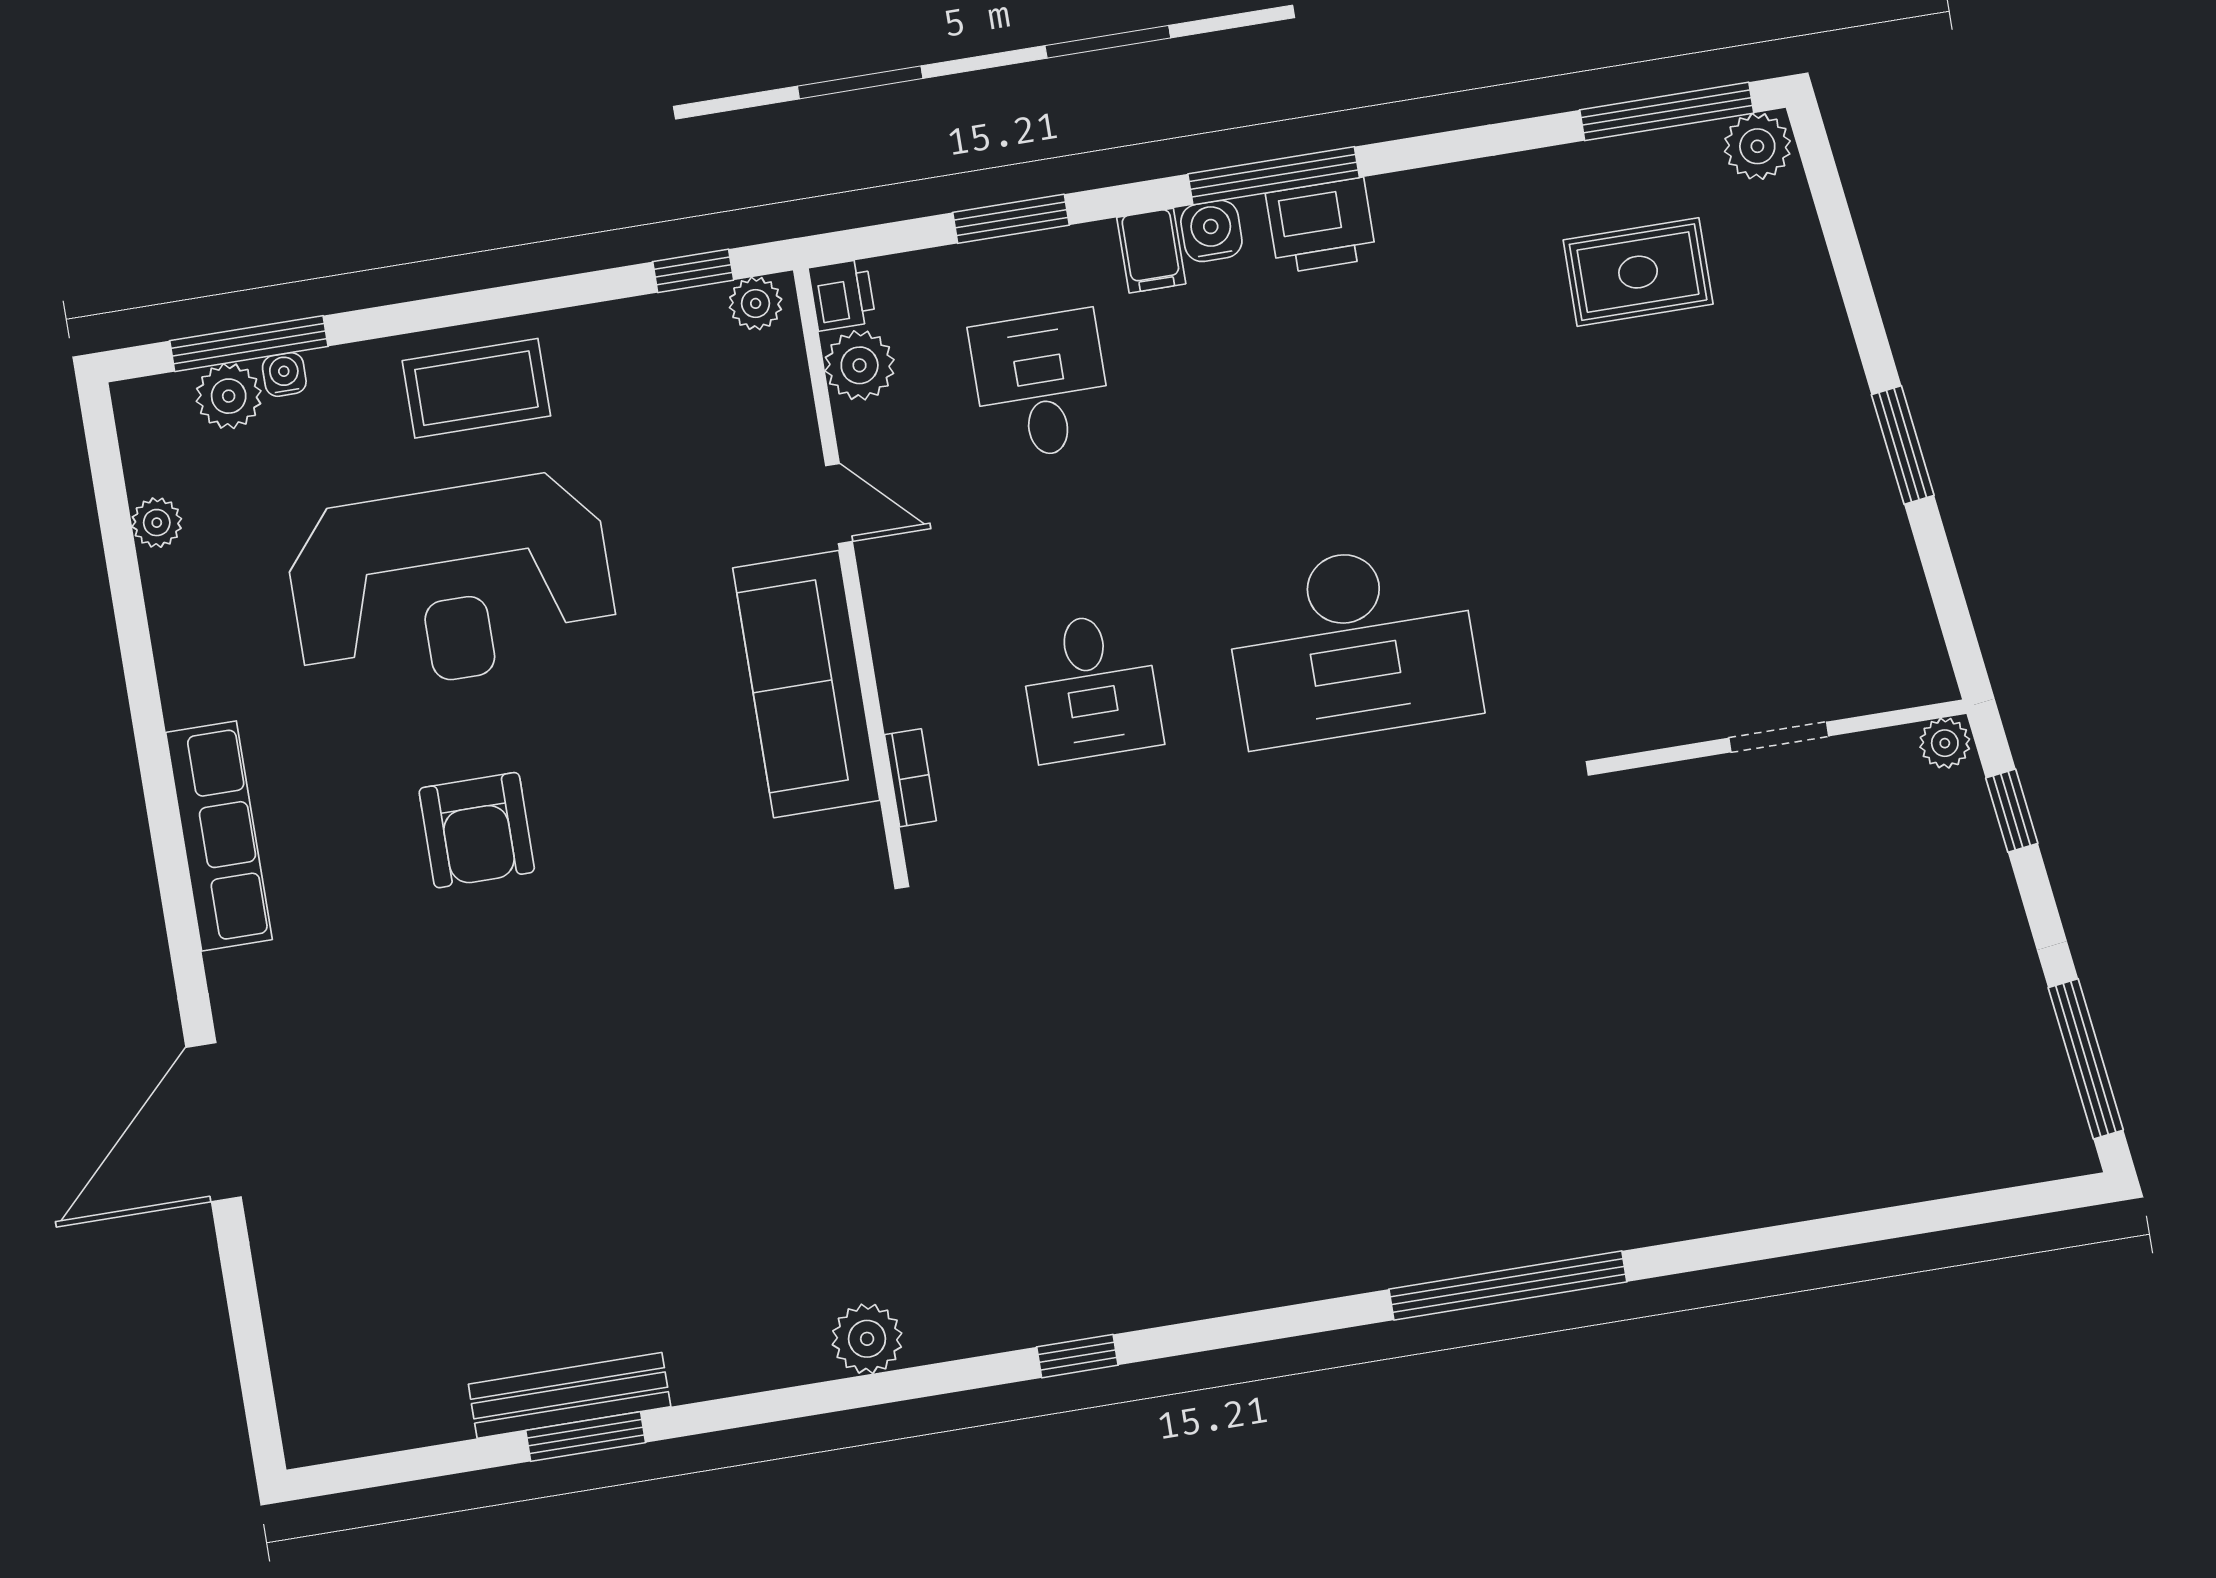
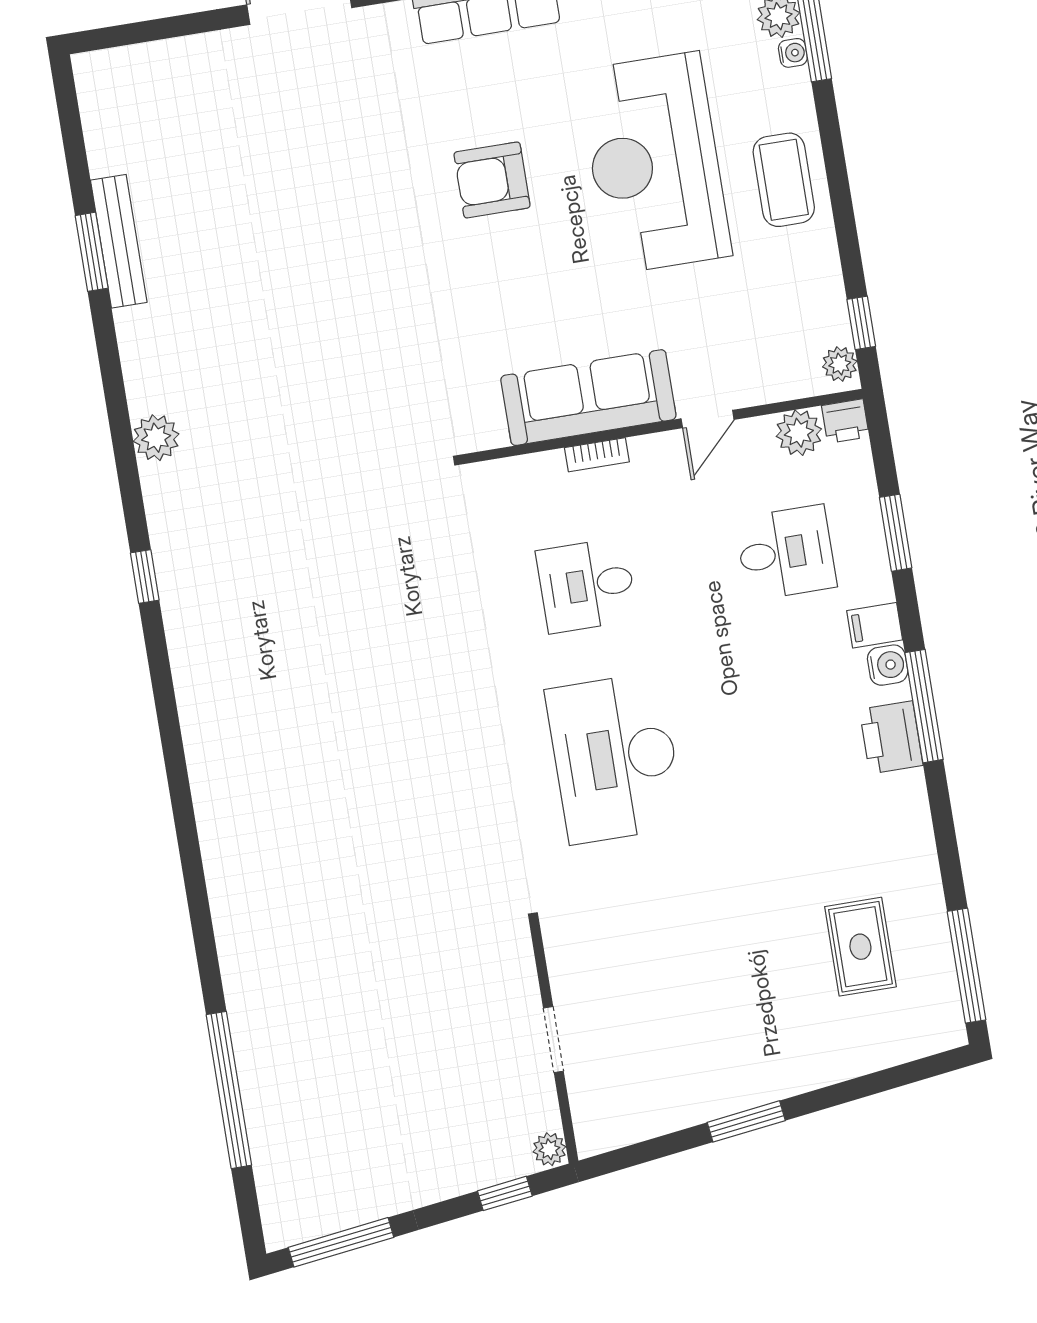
plant: (1757, 146) -> (943, 1025), removed
bookcase: (910, 778) -> (597, 455), moved
window: (1508, 1286) -> (229, 1090), moved

